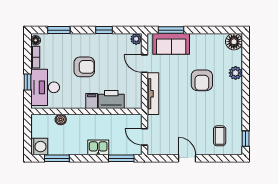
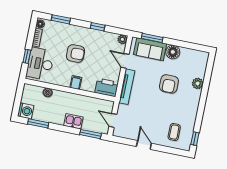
floor lamp: (234, 42) -> (173, 52), moved
printer: (111, 100) -> (107, 87), moved

